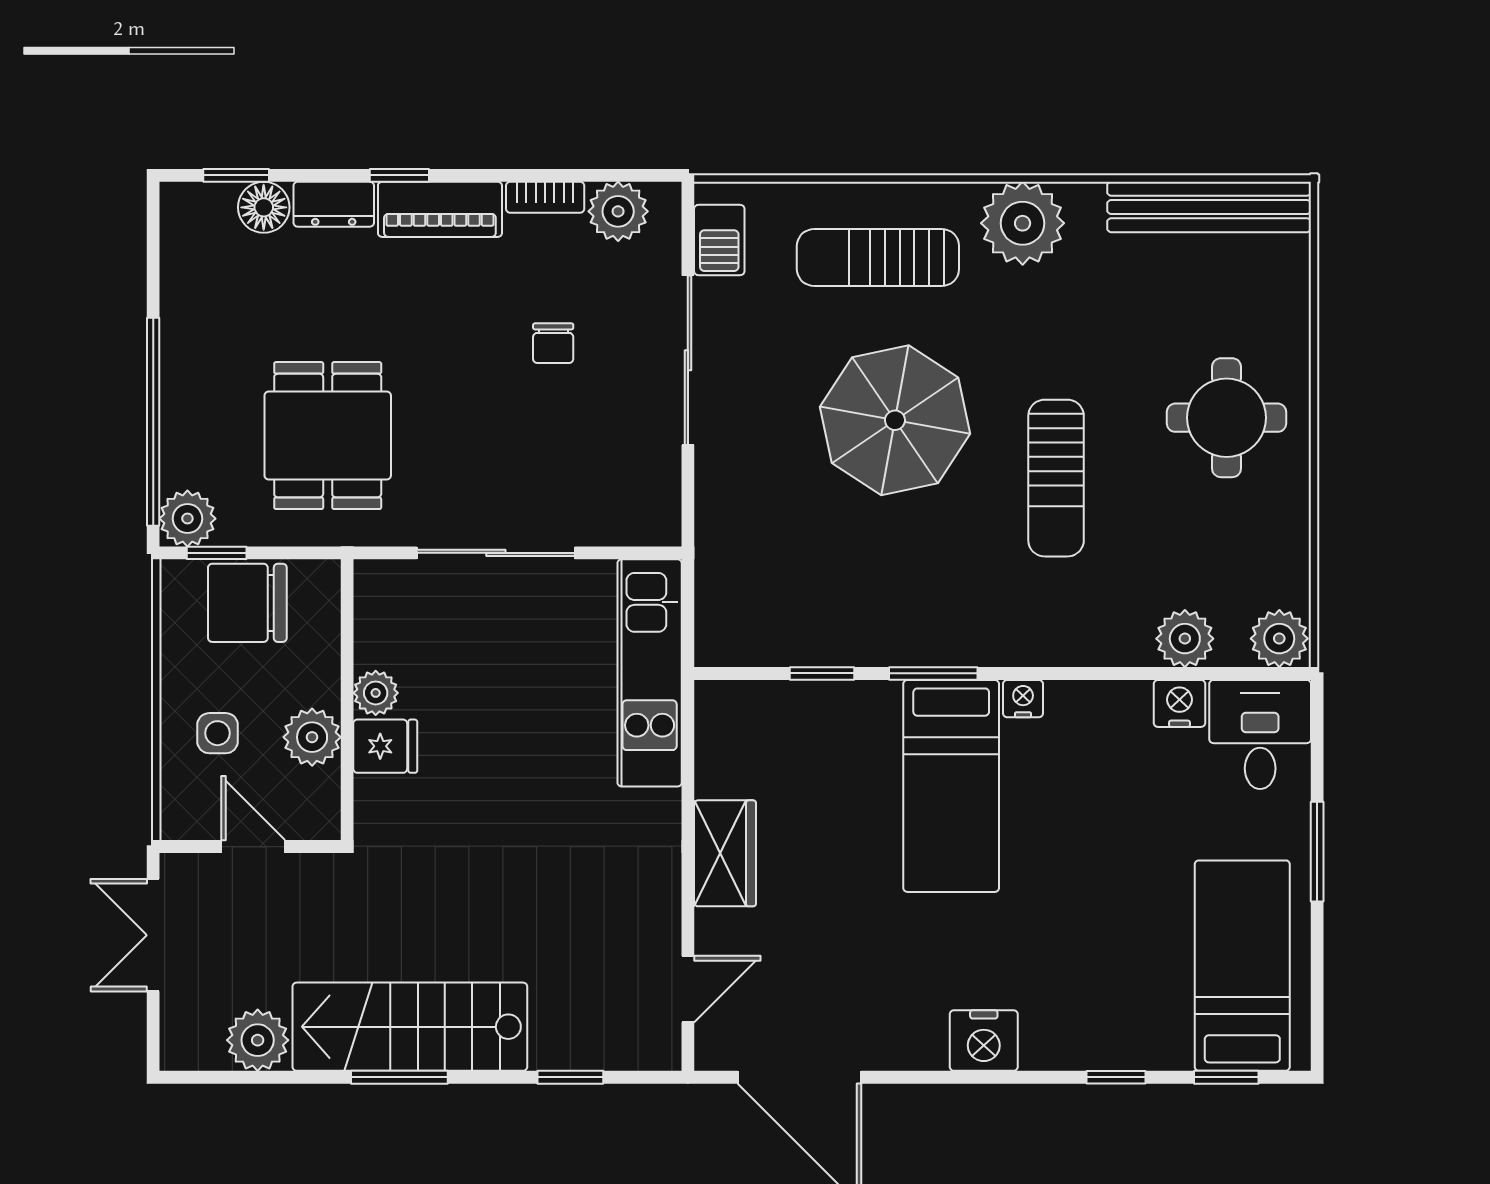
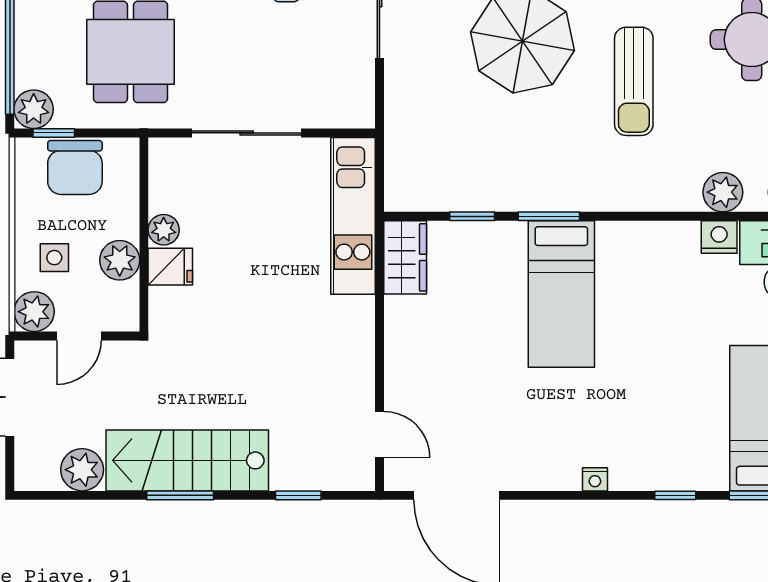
chair: (247, 603) -> (75, 167), turned -90
nightstand: (1023, 699) -> (611, 234), removed
plant: (188, 811) -> (34, 312), added
door: (253, 847) -> (79, 336), swing flipped
wardrobe: (725, 853) -> (405, 257), moved
door: (688, 989) -> (379, 434), hinge flipped
nightstand: (984, 1041) -> (595, 479), width x0.53, depth x0.56

